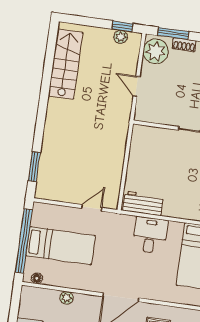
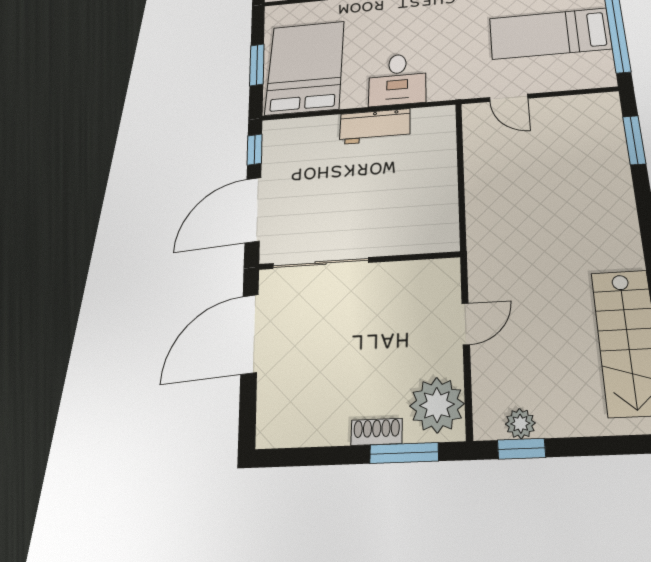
door: (137, 86) -> (466, 324), hinge flipped
workbench: (143, 203) -> (375, 126), moved
door: (92, 208) -> (509, 98), hinge flipped

